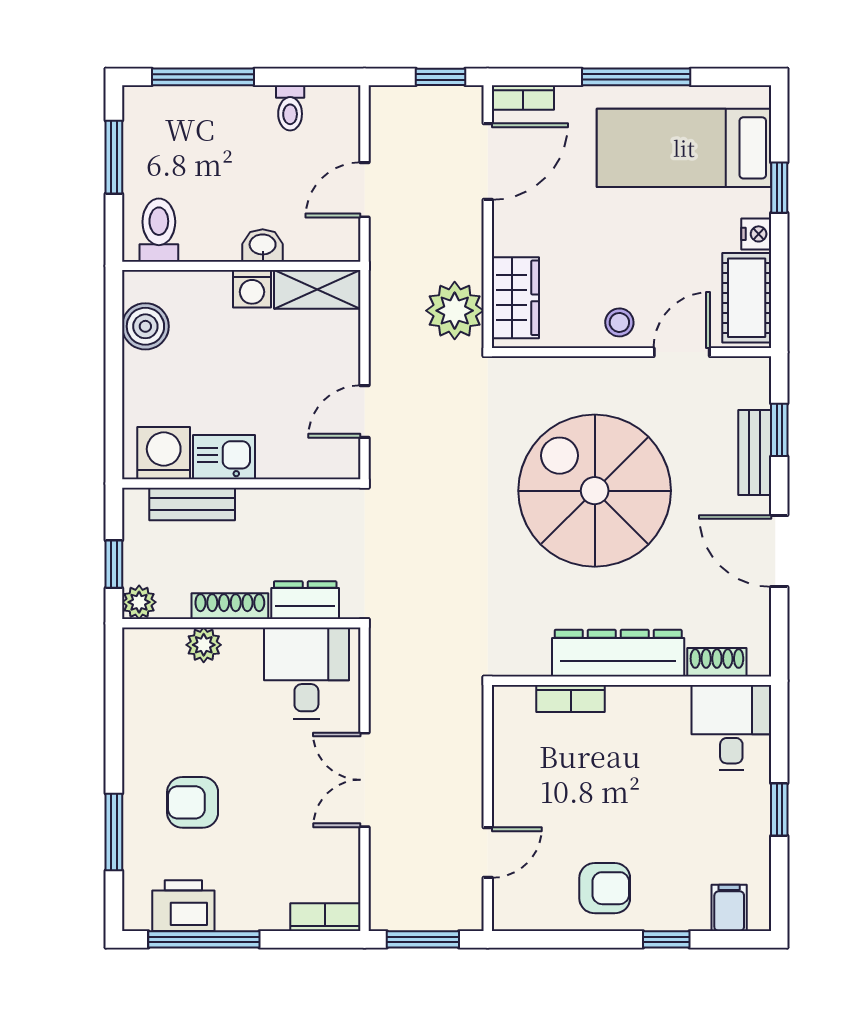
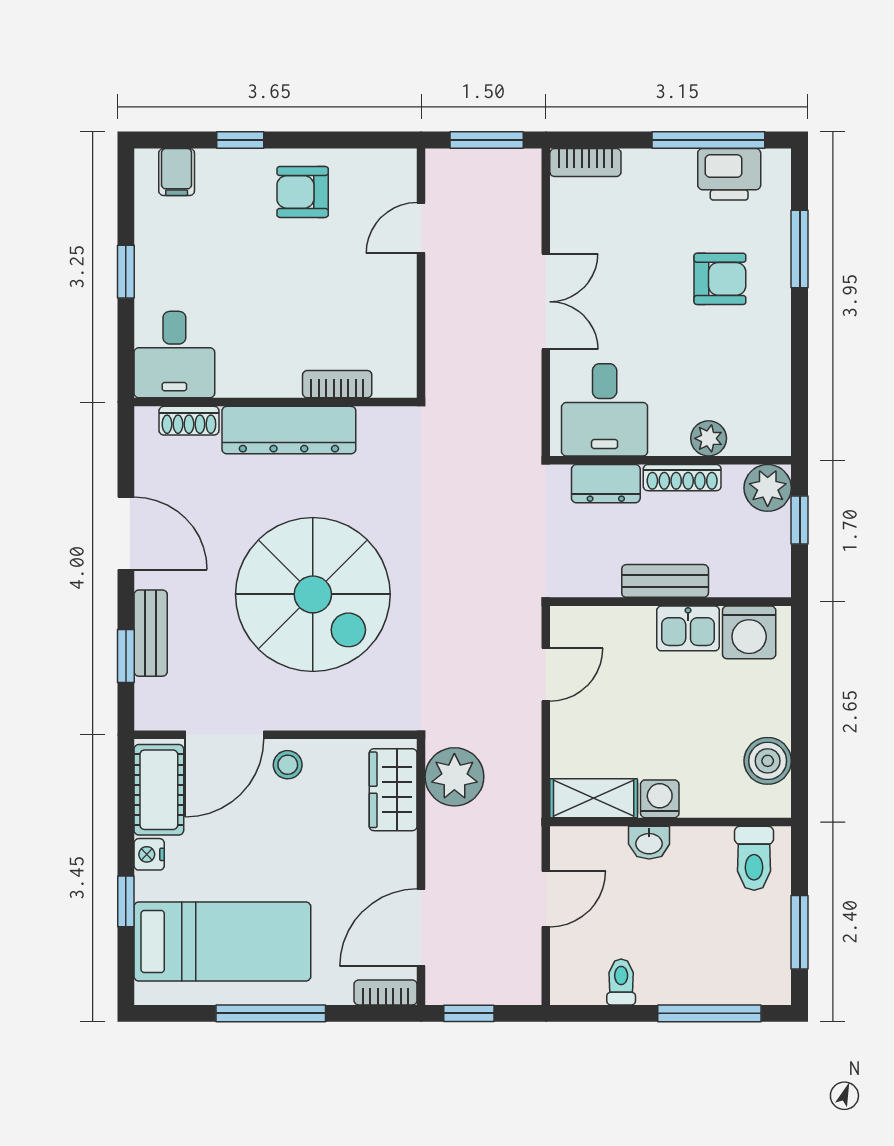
door: (682, 352) -> (225, 735), width x1.38
bench: (192, 504) -> (665, 581), moved
plant: (139, 602) -> (768, 488), width x1.38, depth x1.38

